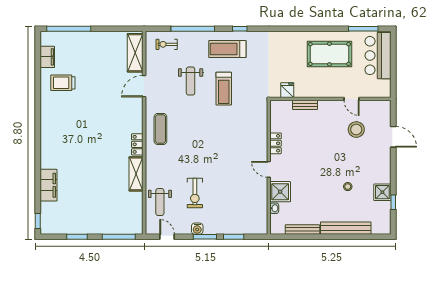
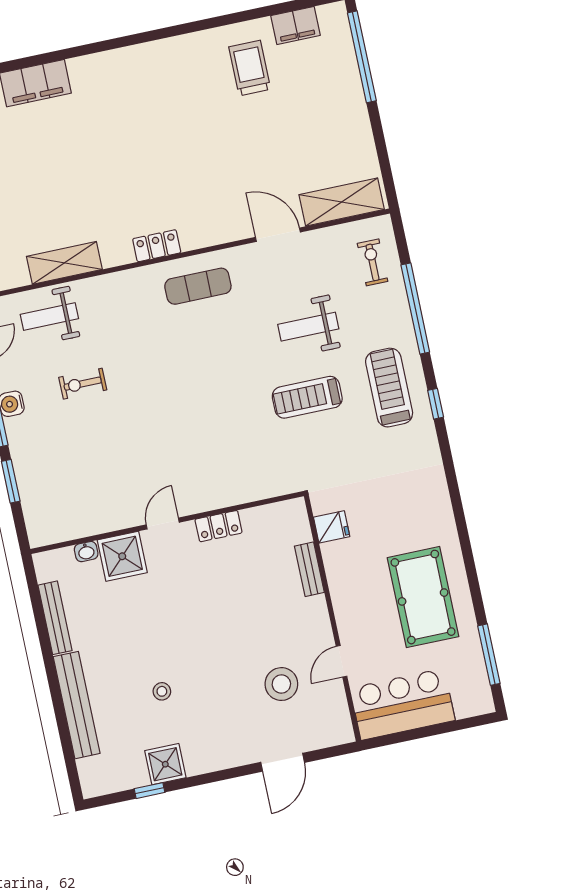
bar counter: (378, 56) -> (403, 704), moved
shelving: (136, 174) -> (64, 263), moved
exercise bike: (195, 193) -> (83, 384), width x0.73, depth x0.72

